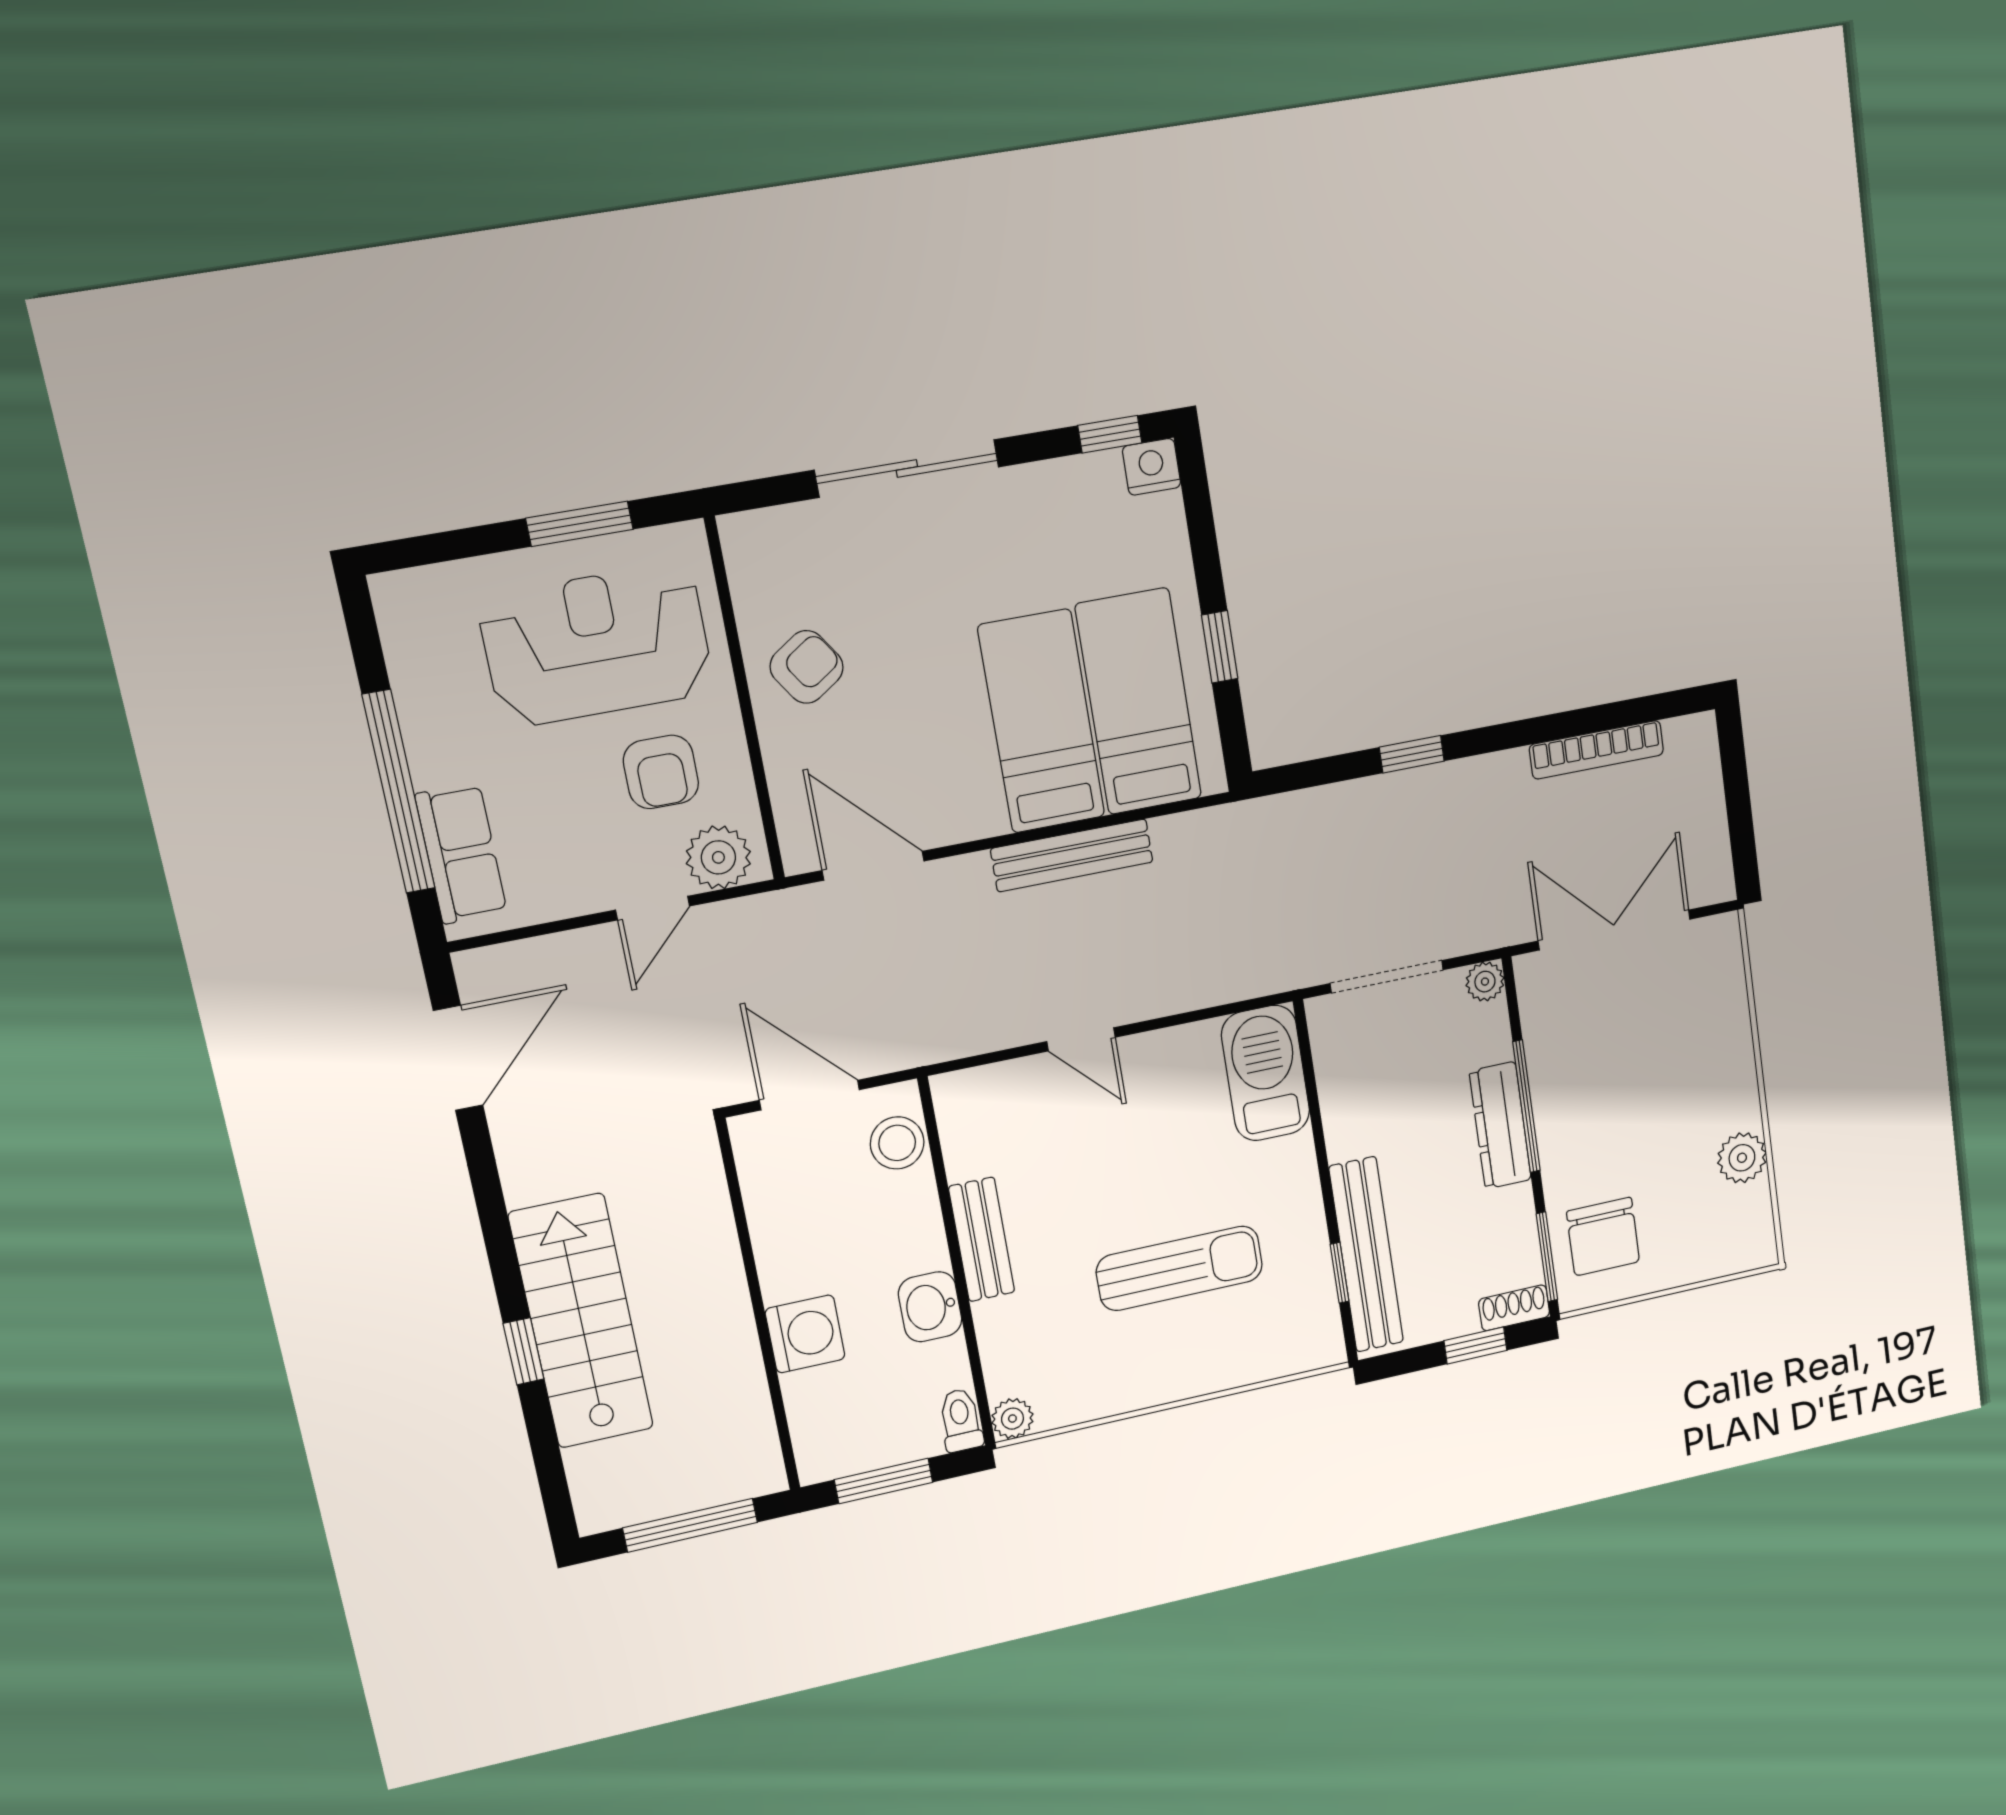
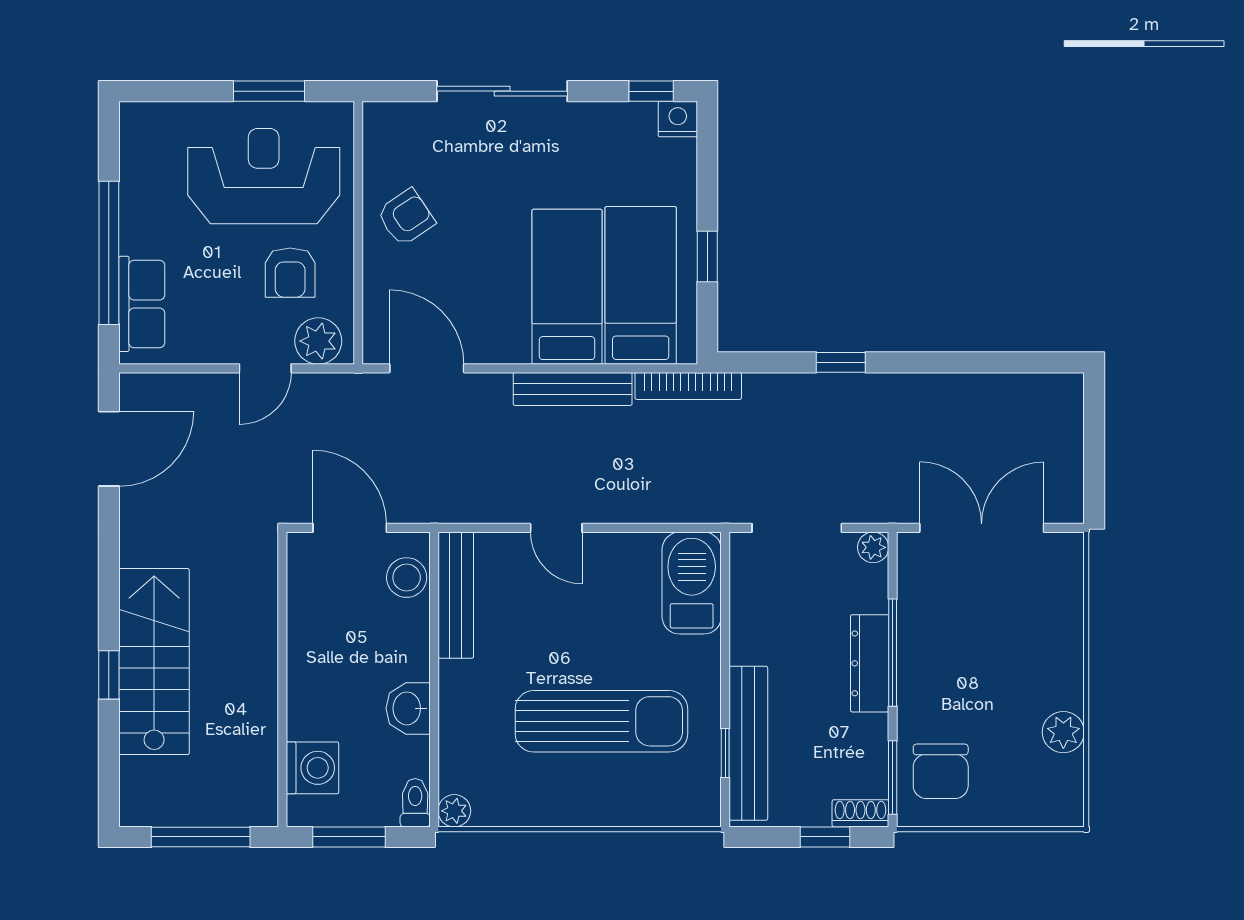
bookcase: (1597, 750) -> (688, 386), moved
bench: (982, 1239) -> (456, 595), moved, width x1.36
sun lounger: (1180, 1268) -> (601, 721), width x1.36, depth x1.34
washing machine: (805, 1334) -> (312, 768), moved

